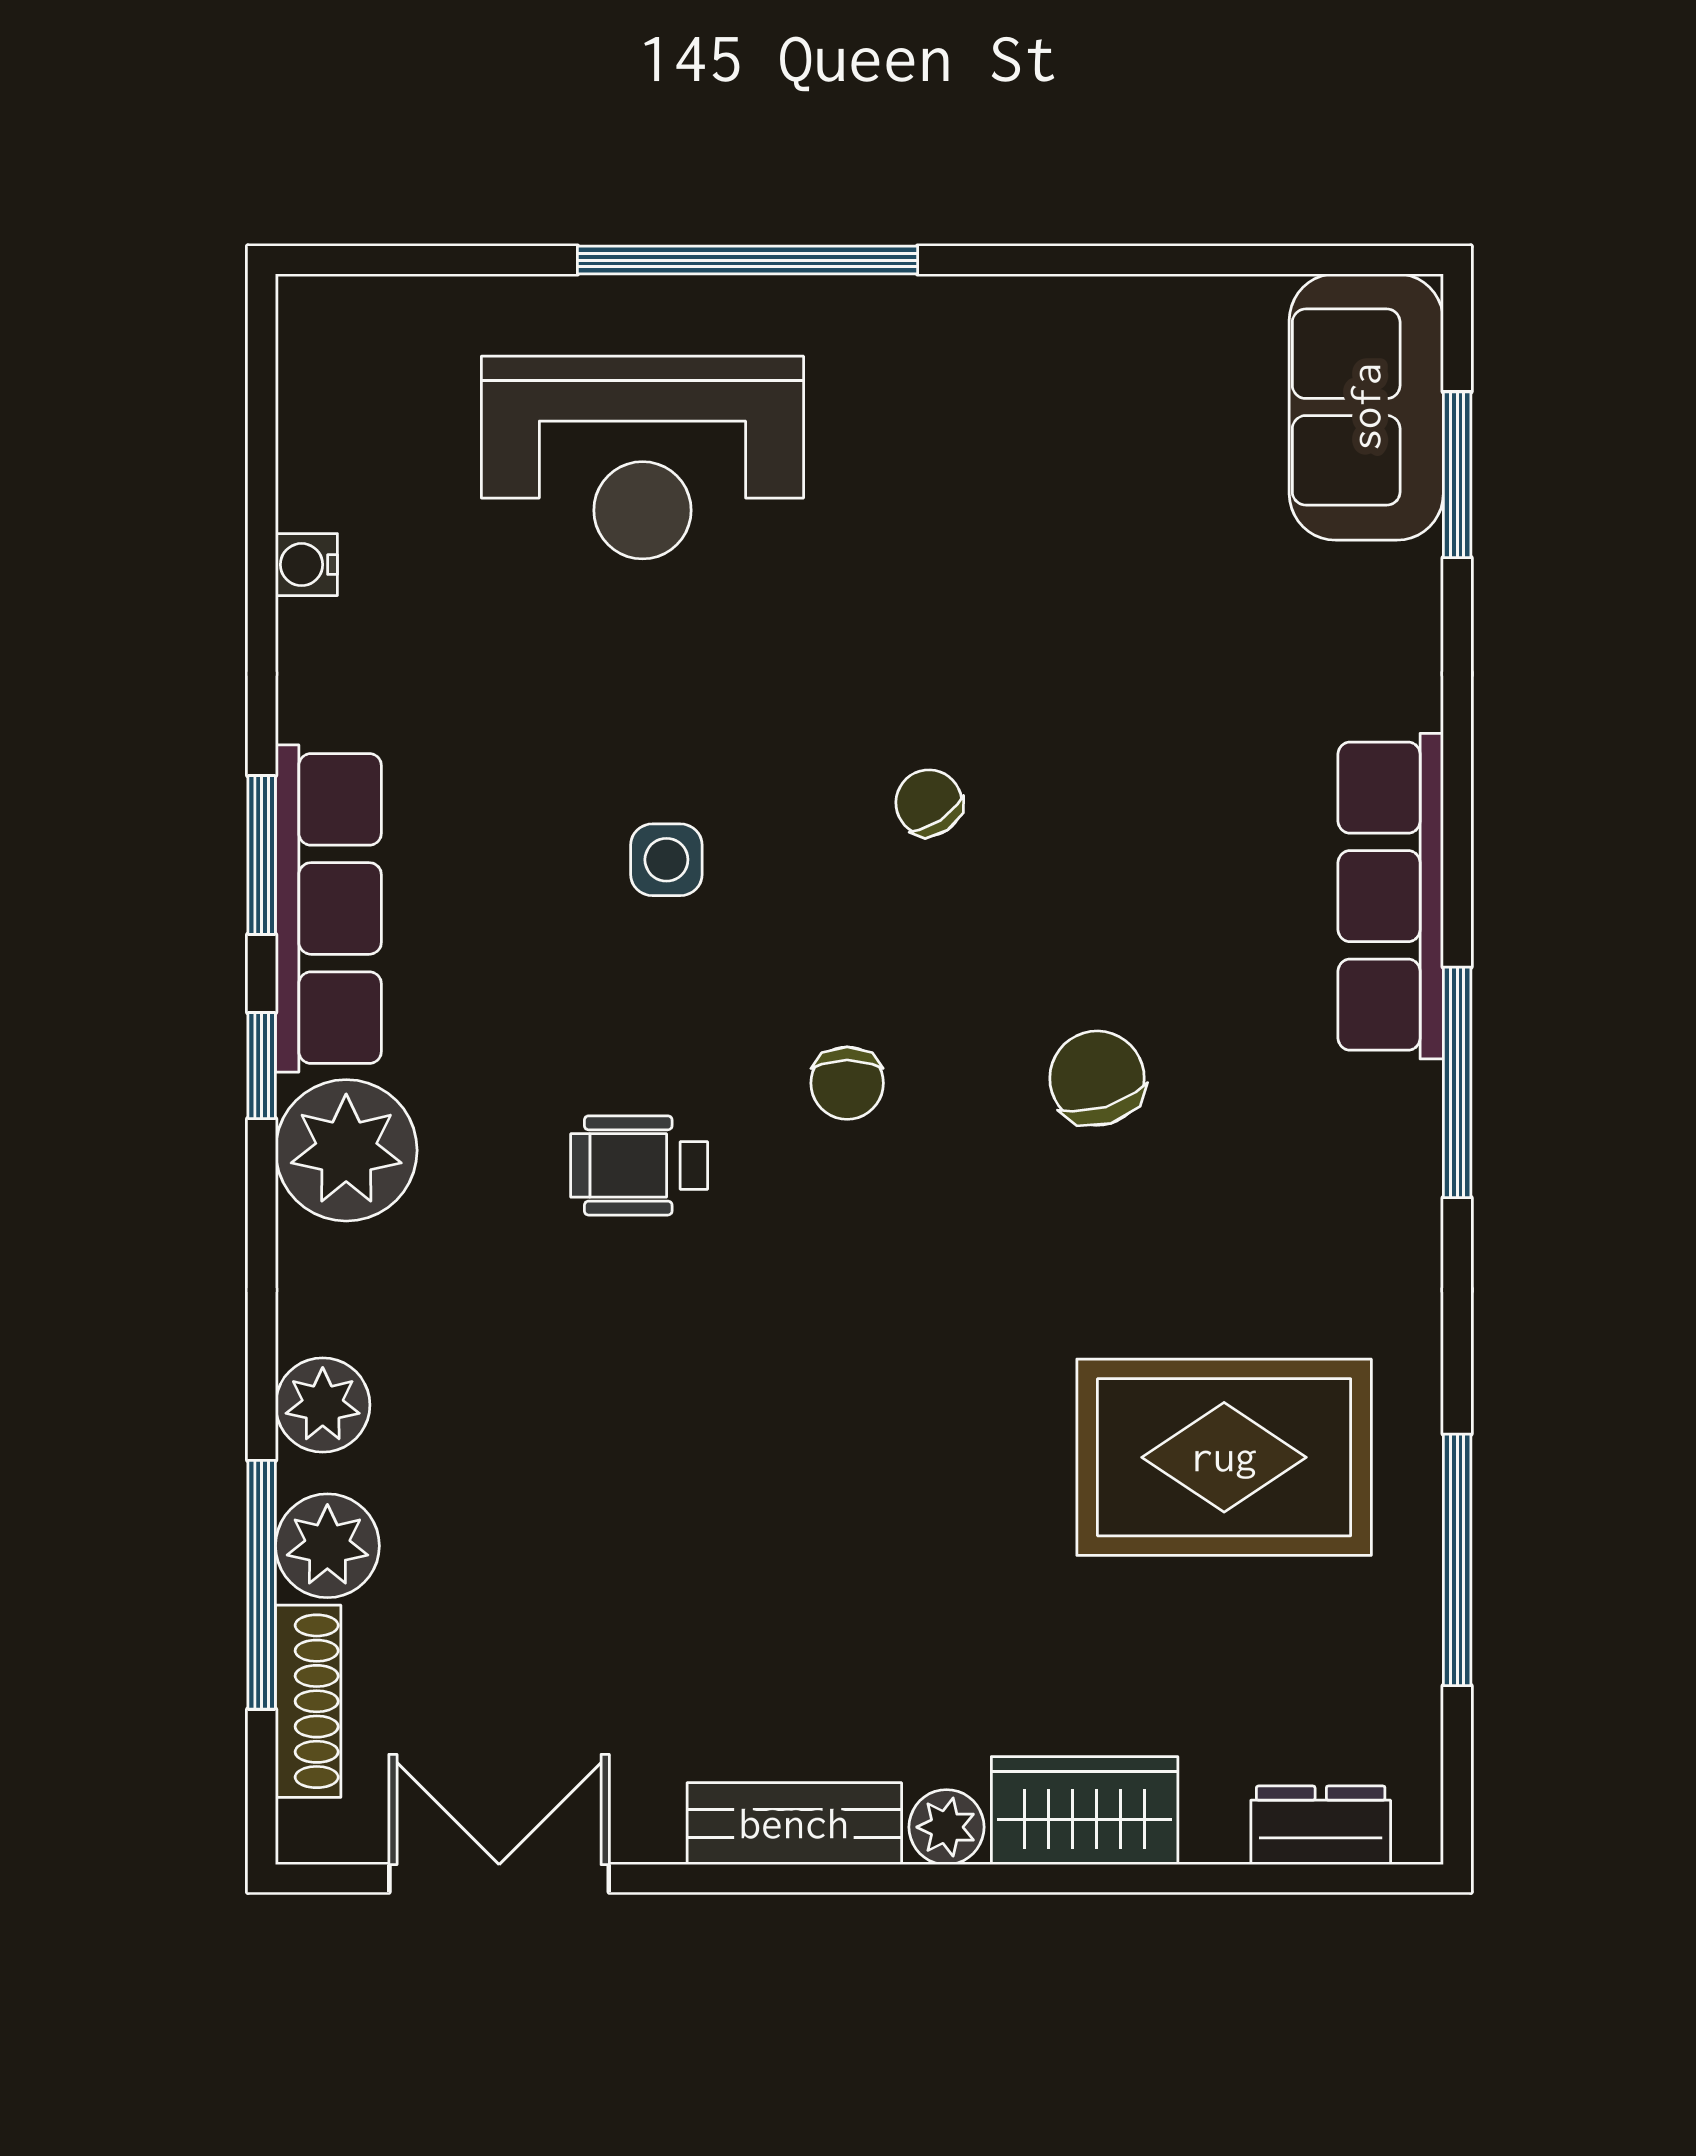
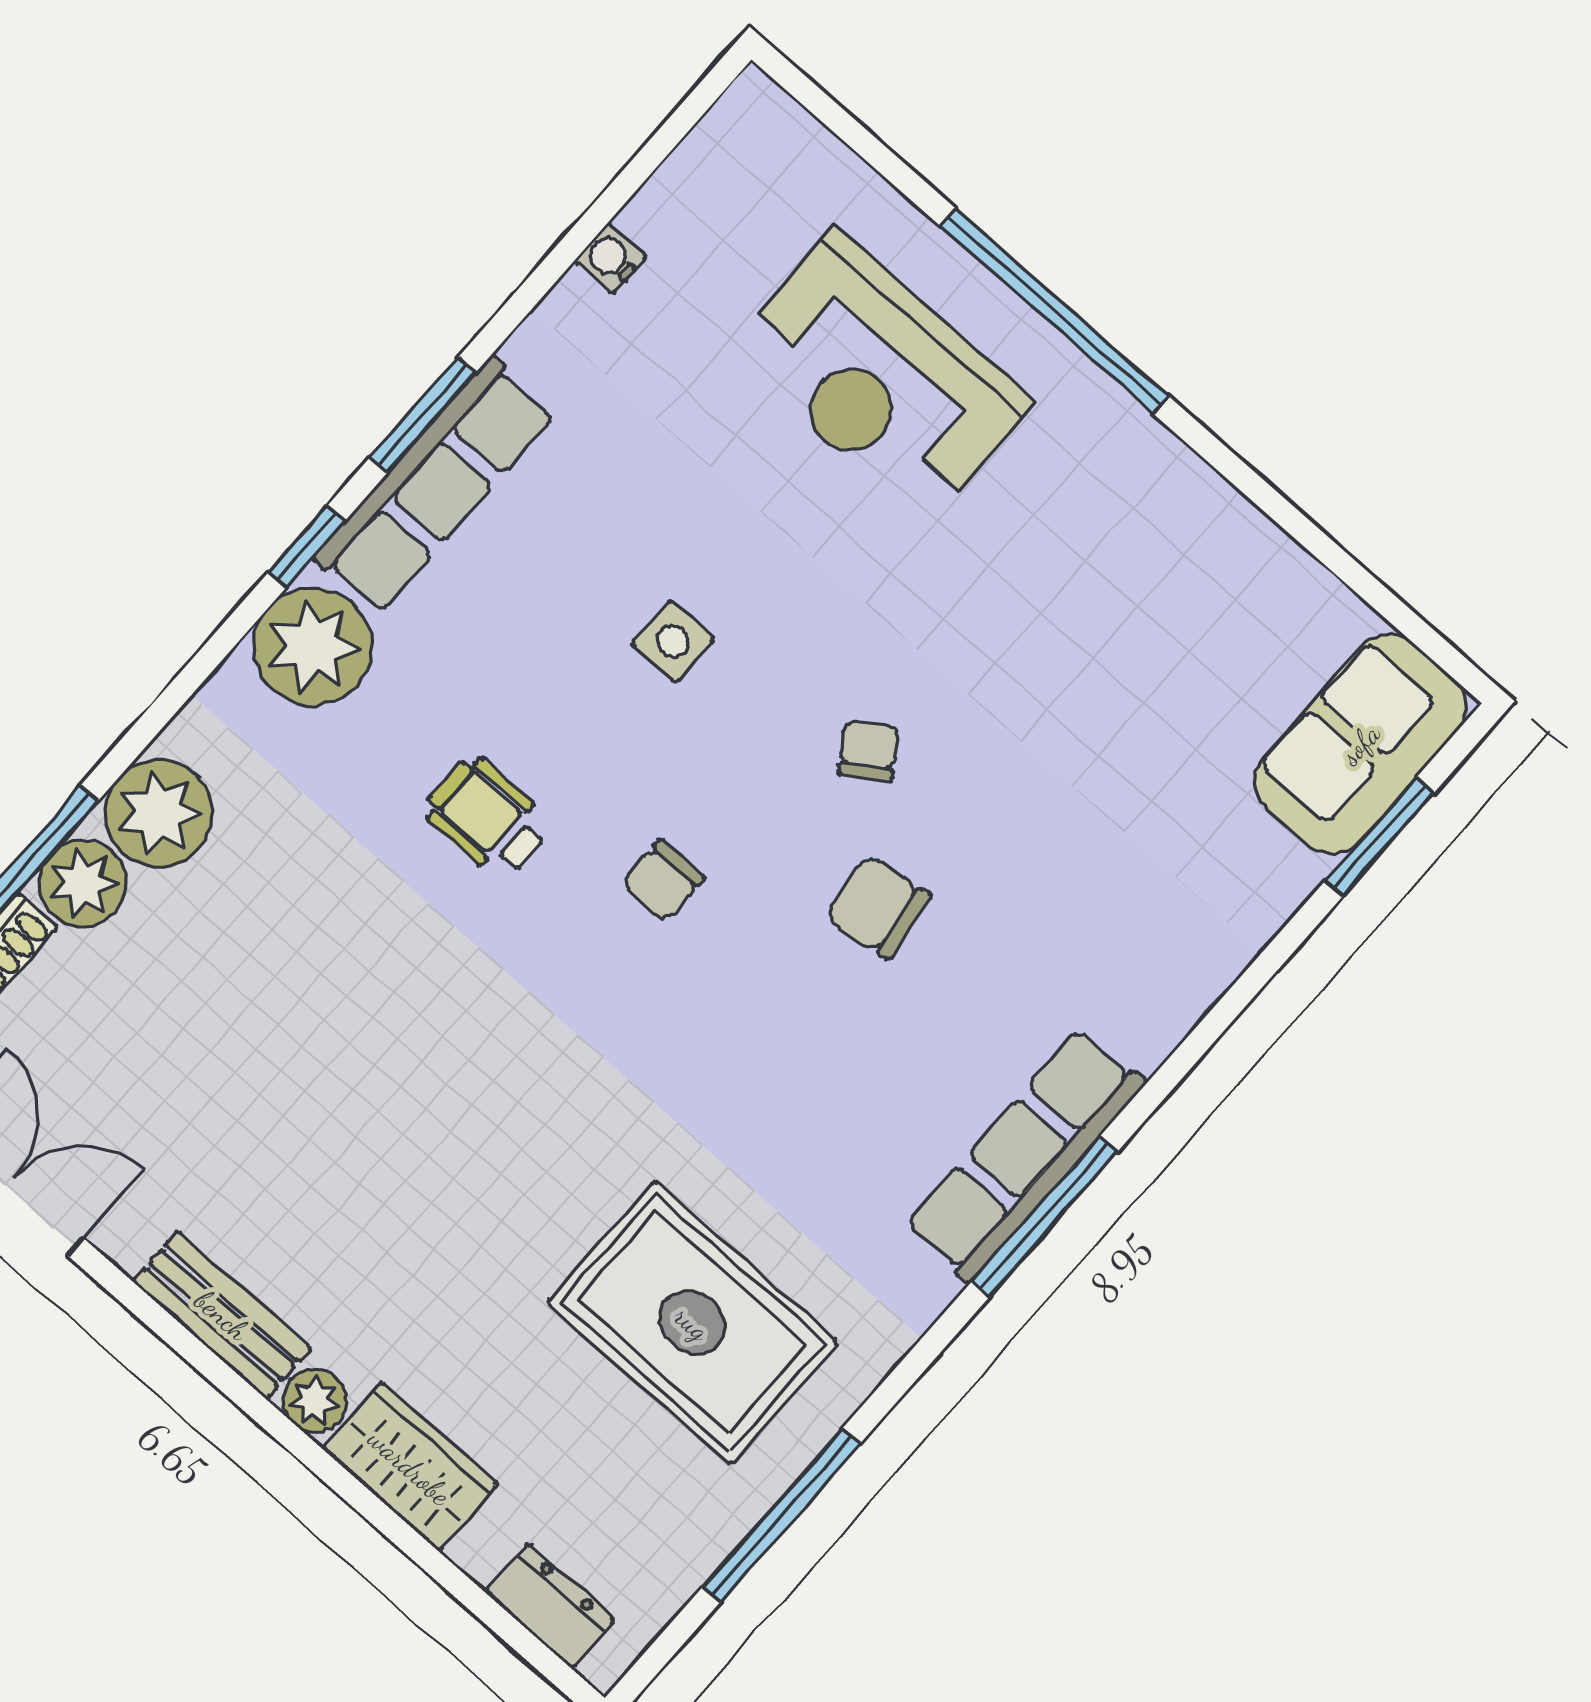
row of seats: (1391, 896) -> (1025, 1155), moved
chair: (1097, 1078) -> (878, 907), moved, turned -82
plant: (323, 1405) -> (159, 813), width x1.36, depth x1.36

